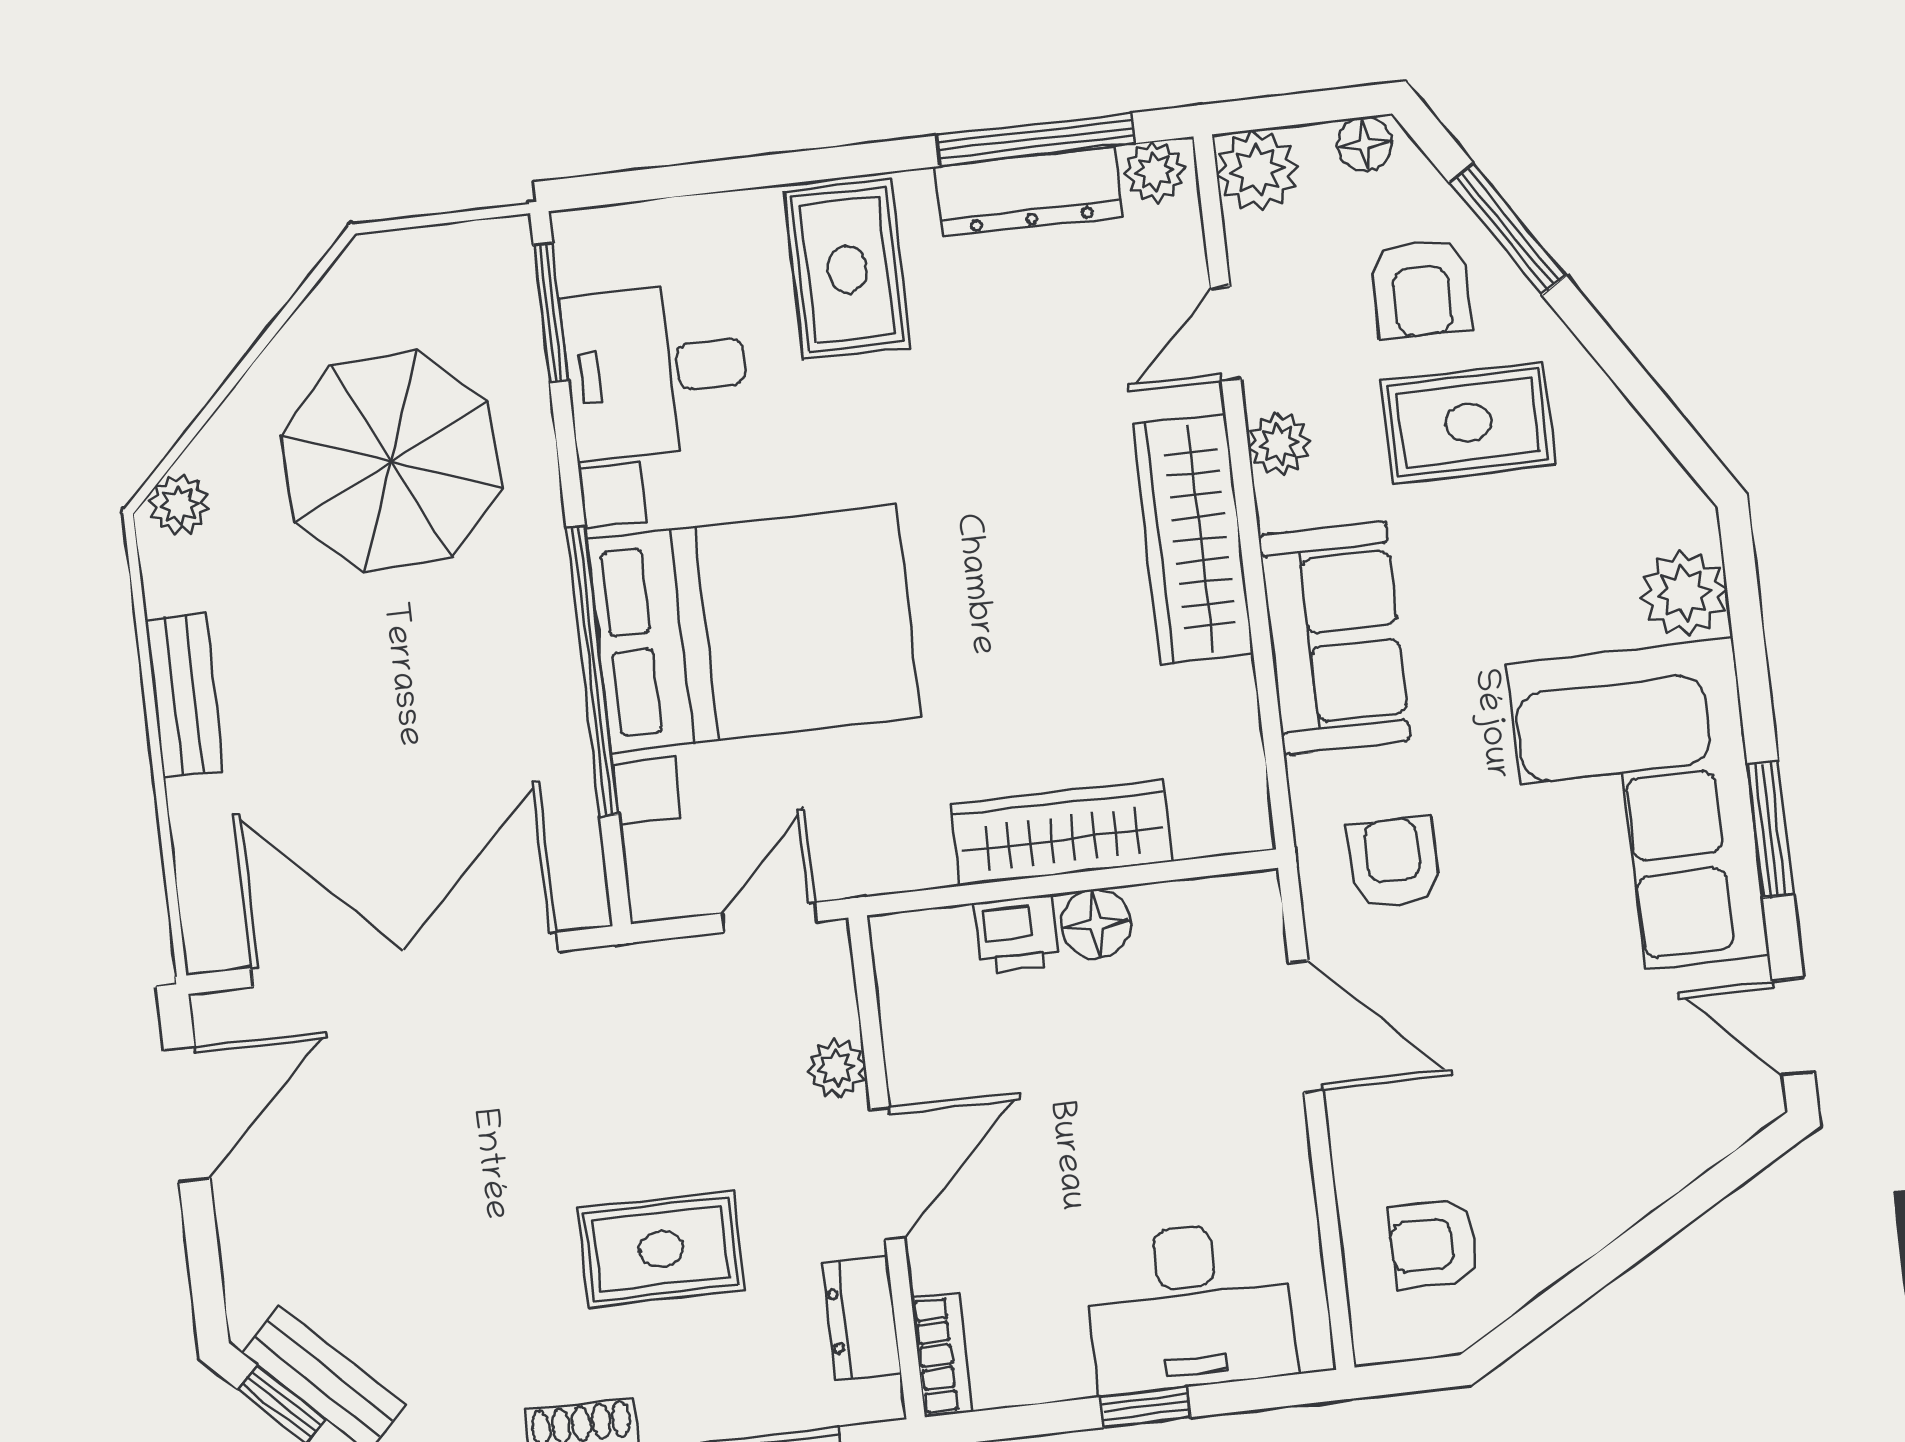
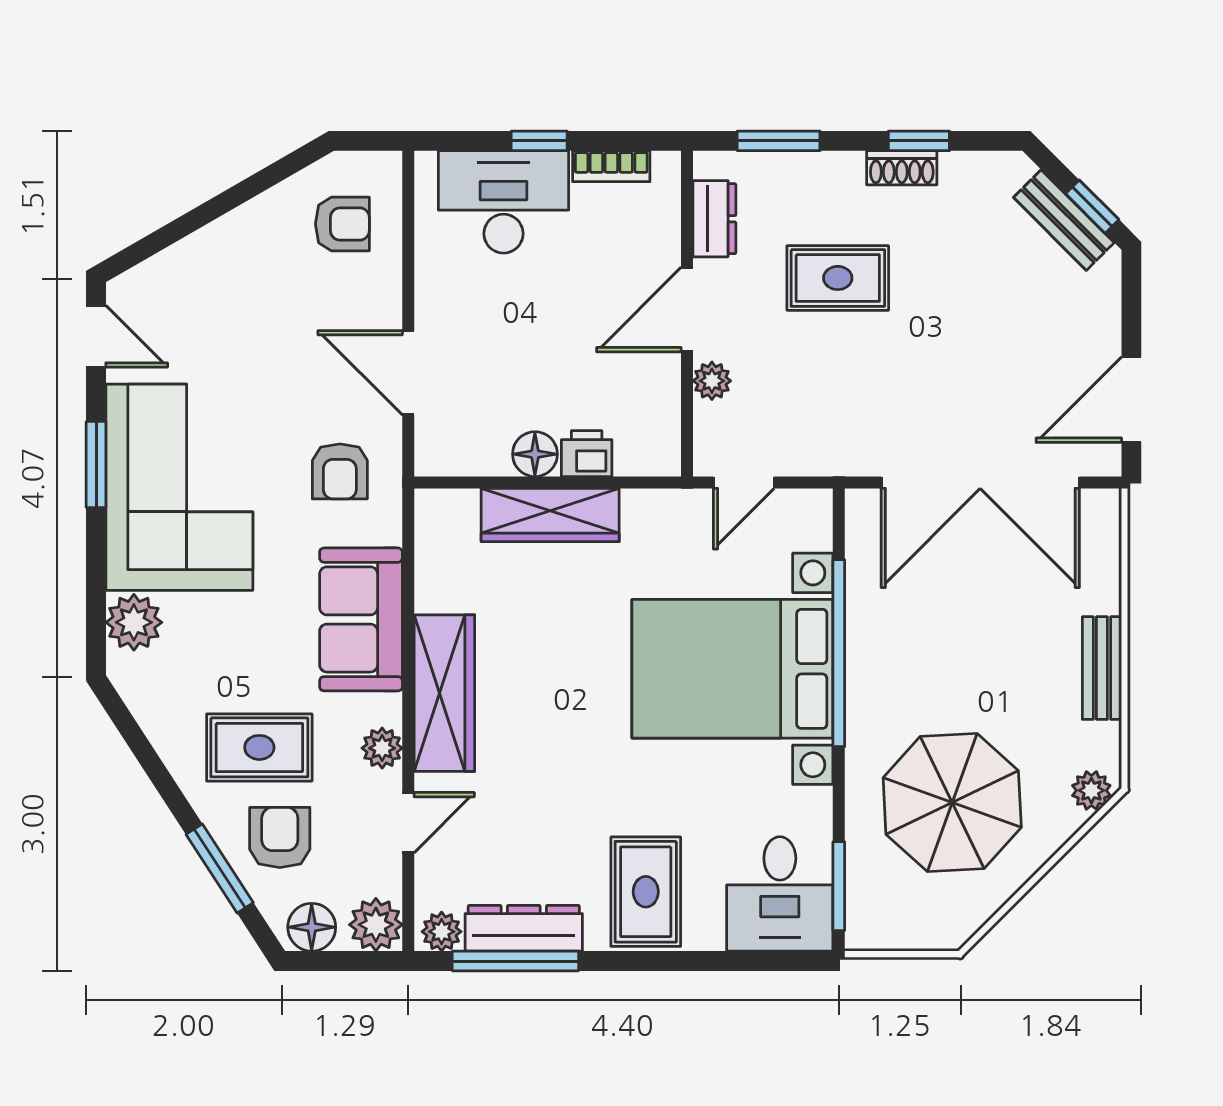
floor lamp: (1364, 144) -> (312, 927), width x1.37, depth x1.37
desk: (656, 370) -> (780, 894), moved, turned 90
bookcase: (942, 1355) -> (611, 166), moved, turned -90

